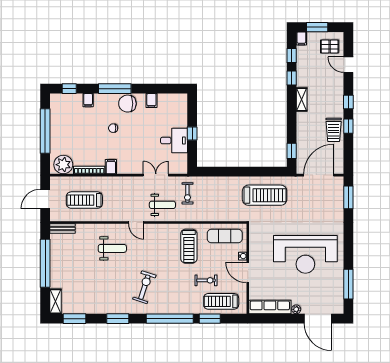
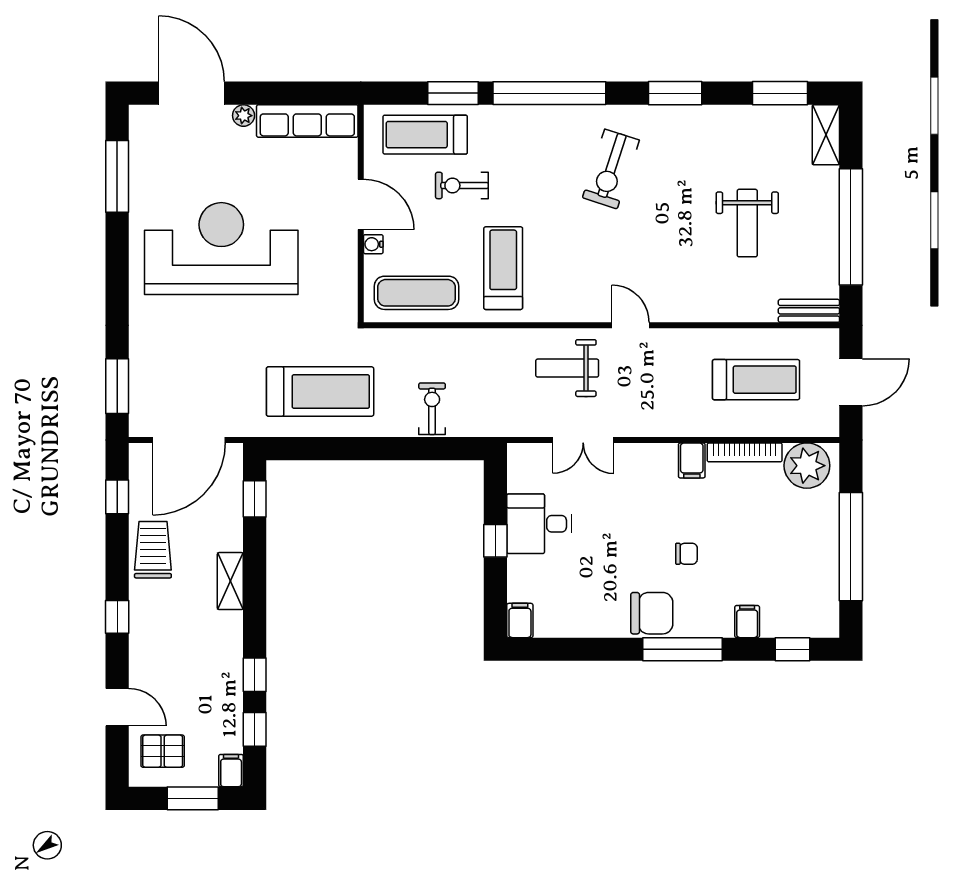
shelving: (302, 99) -> (230, 581), moved
filing cabinet: (151, 101) -> (520, 621), moved
window: (348, 126) -> (117, 497), moved
exercise bike: (187, 193) -> (432, 409), moved
treadmill: (265, 195) -> (320, 391), turned 180
weight bench: (112, 248) -> (747, 223), moved, turned -90
treadmill: (221, 301) -> (425, 135), turned 180

